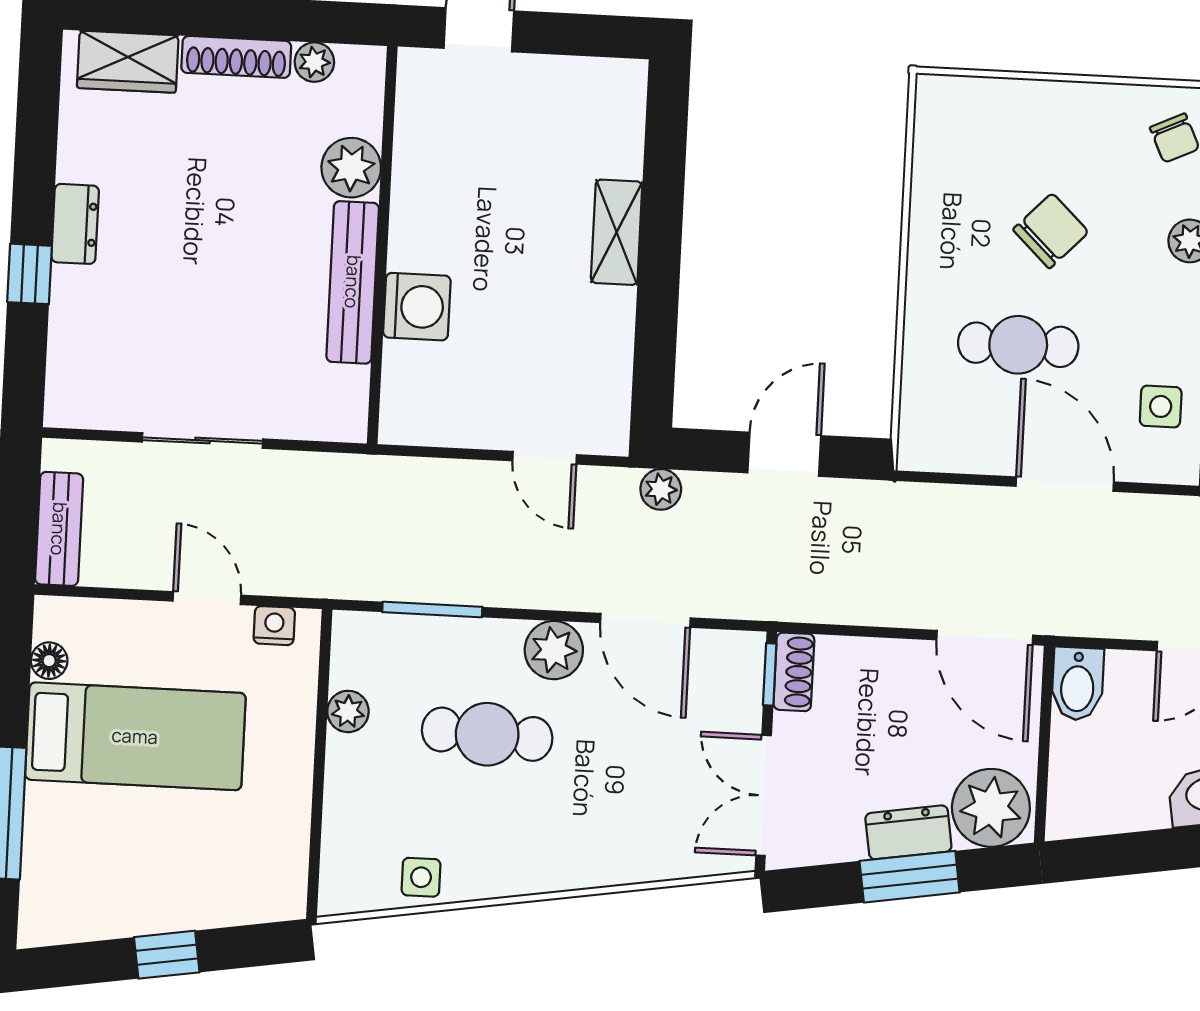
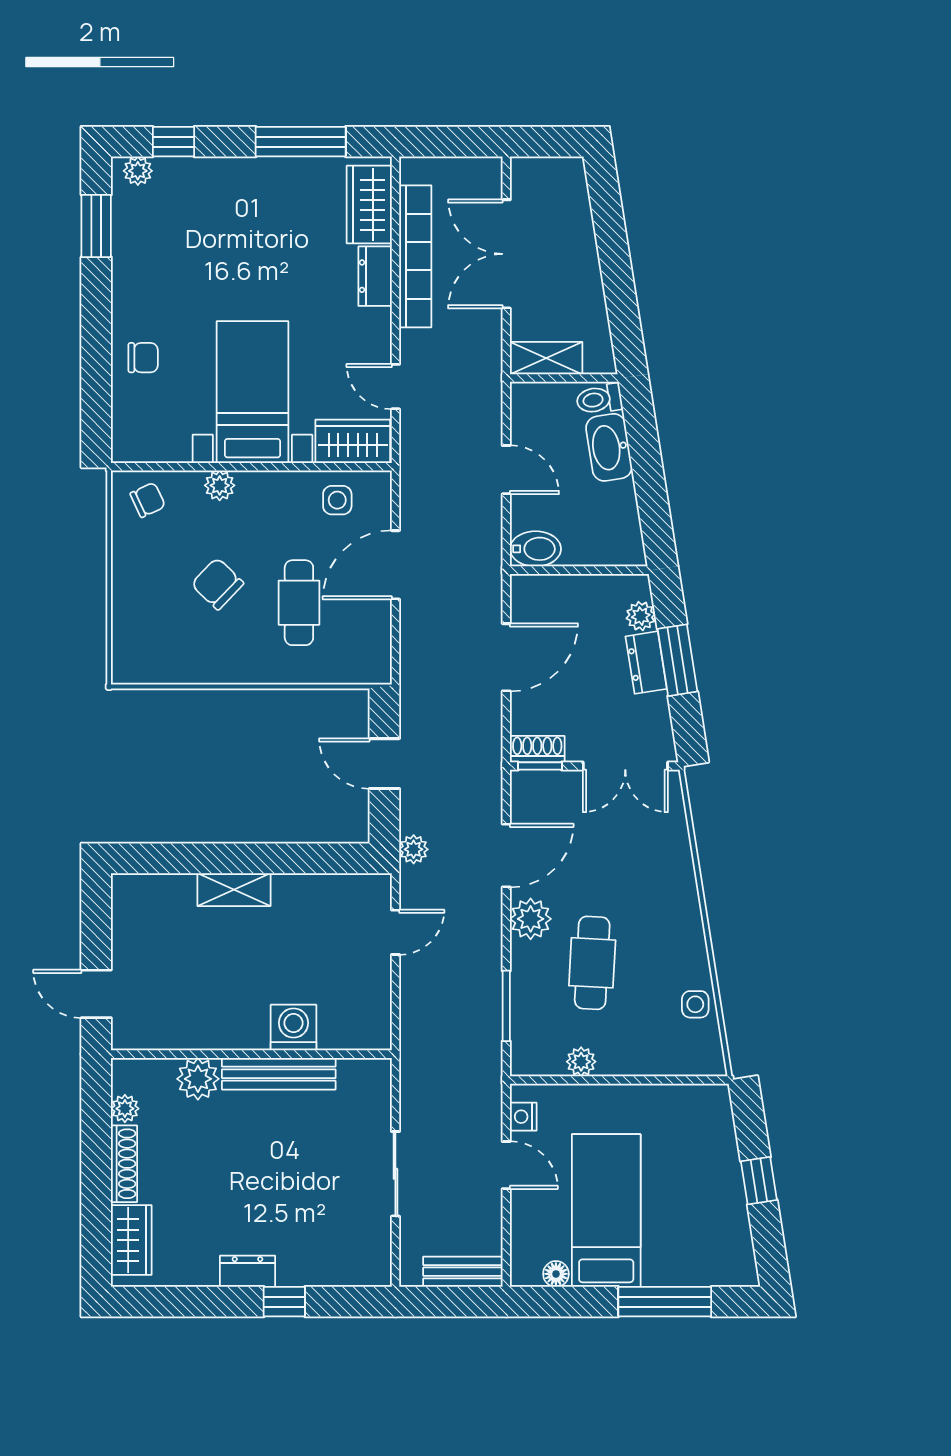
door: (207, 598) -> (506, 1165), swing flipped
door: (985, 637) -> (506, 657), moved
plant: (991, 808) -> (641, 616), width x0.53, depth x0.53

